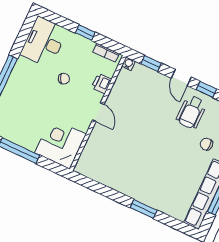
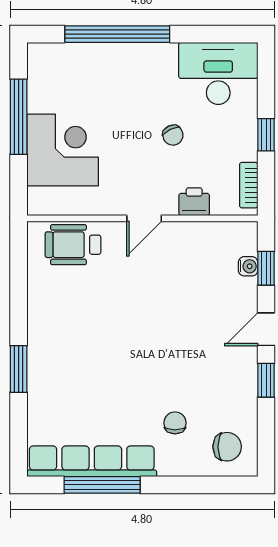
water cooler: (128, 64) -> (248, 266), moved
wheelchair: (191, 112) -> (73, 245), moved
corner desk: (60, 143) -> (63, 150), moved

